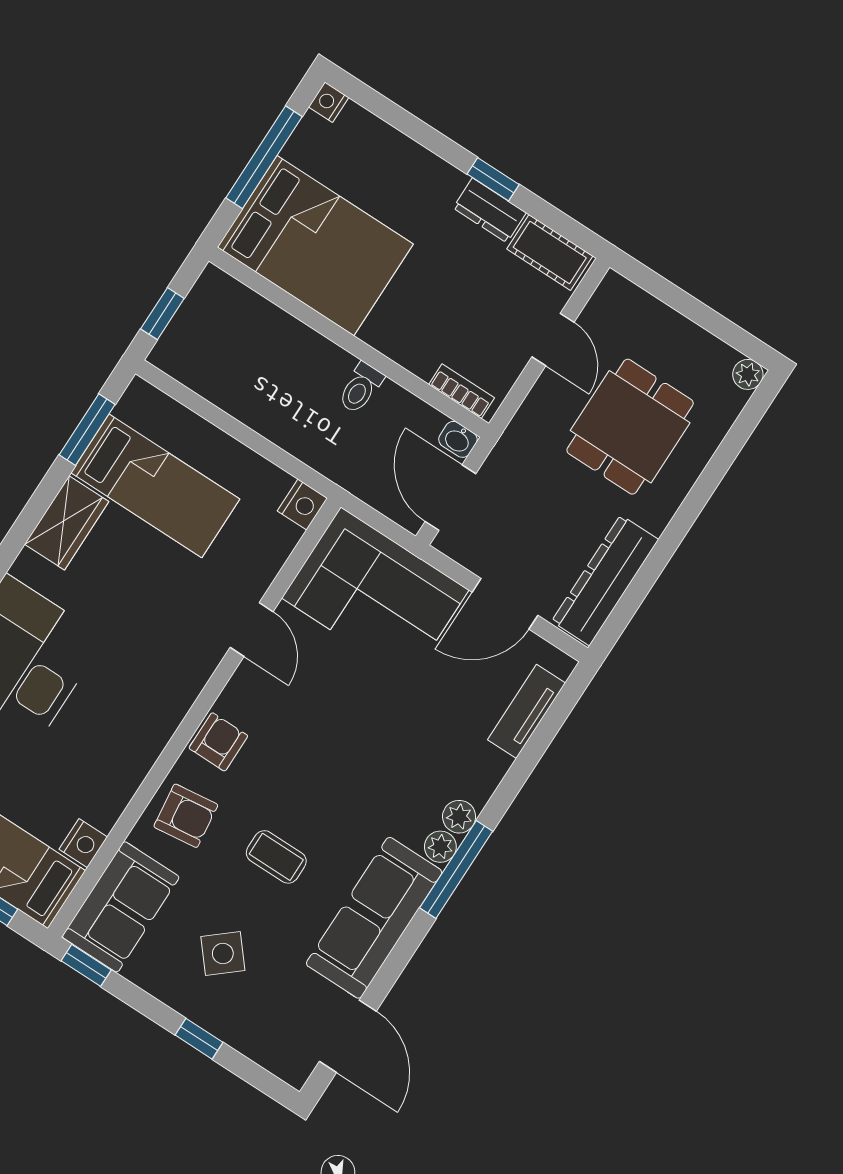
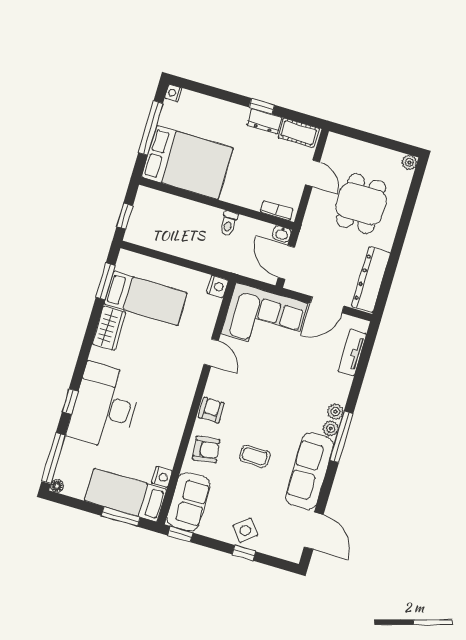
side table: (223, 953) -> (245, 530), moved

